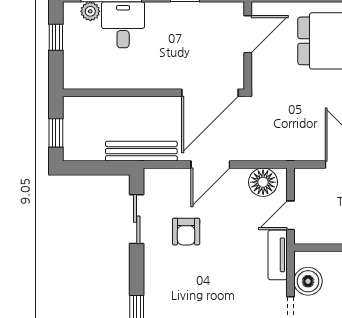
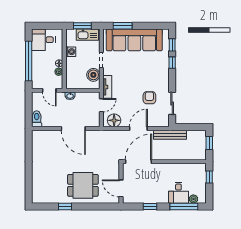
door: (248, 34) -> (121, 188), hinge flipped
window: (56, 37) -> (209, 177), moved

